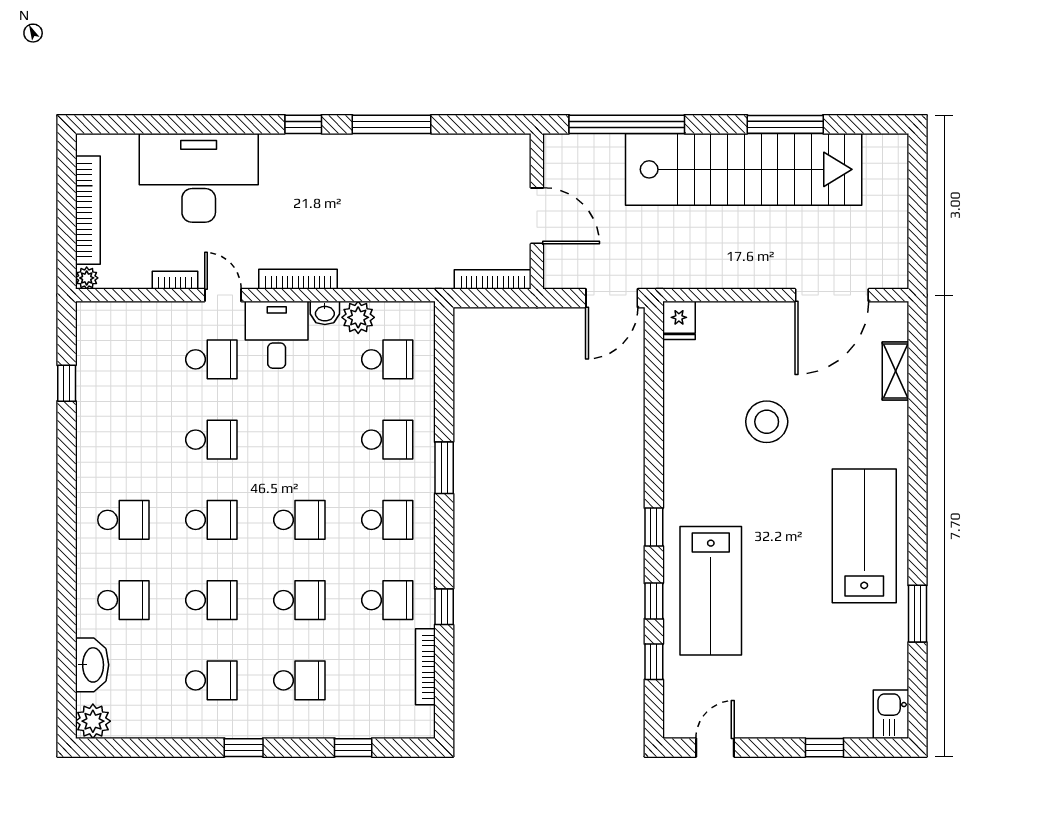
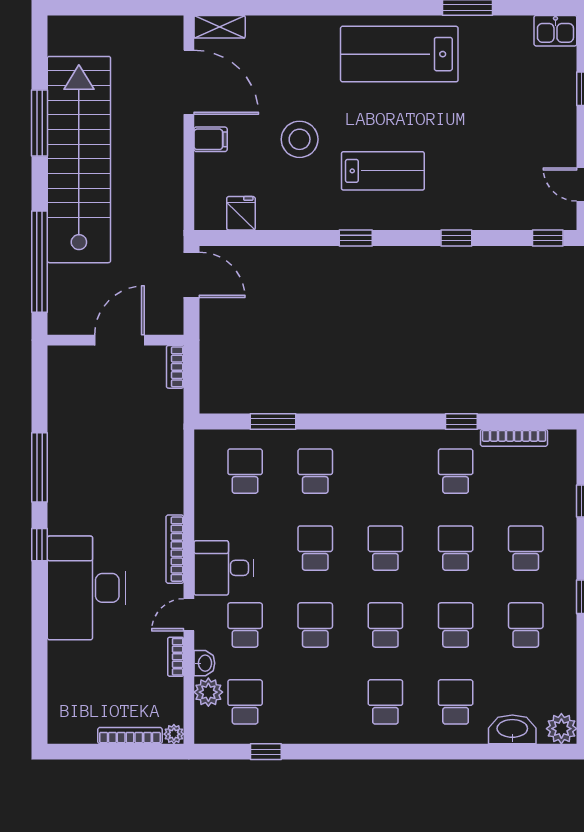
desk: (199, 178) -> (86, 588), moved
bookcase: (88, 210) -> (130, 736), width x0.68, depth x0.76
bookcase: (493, 279) -> (175, 367), width x0.64
washbasin: (325, 313) -> (204, 663), moved
plant: (358, 317) -> (208, 692), moved
fridge: (679, 320) -> (241, 213), moved, turned -90
filing cabinet: (767, 320) -> (211, 139), added
school desk: (123, 359) -> (245, 702), added
shelving: (895, 371) -> (220, 27), moved
window: (444, 468) -> (273, 421), moved
school desk: (387, 520) -> (315, 548), moved
window: (654, 527) -> (356, 238), moved
lab bench: (711, 591) -> (383, 171), moved, width x0.73, depth x0.72
window: (654, 662) -> (548, 238), moved

